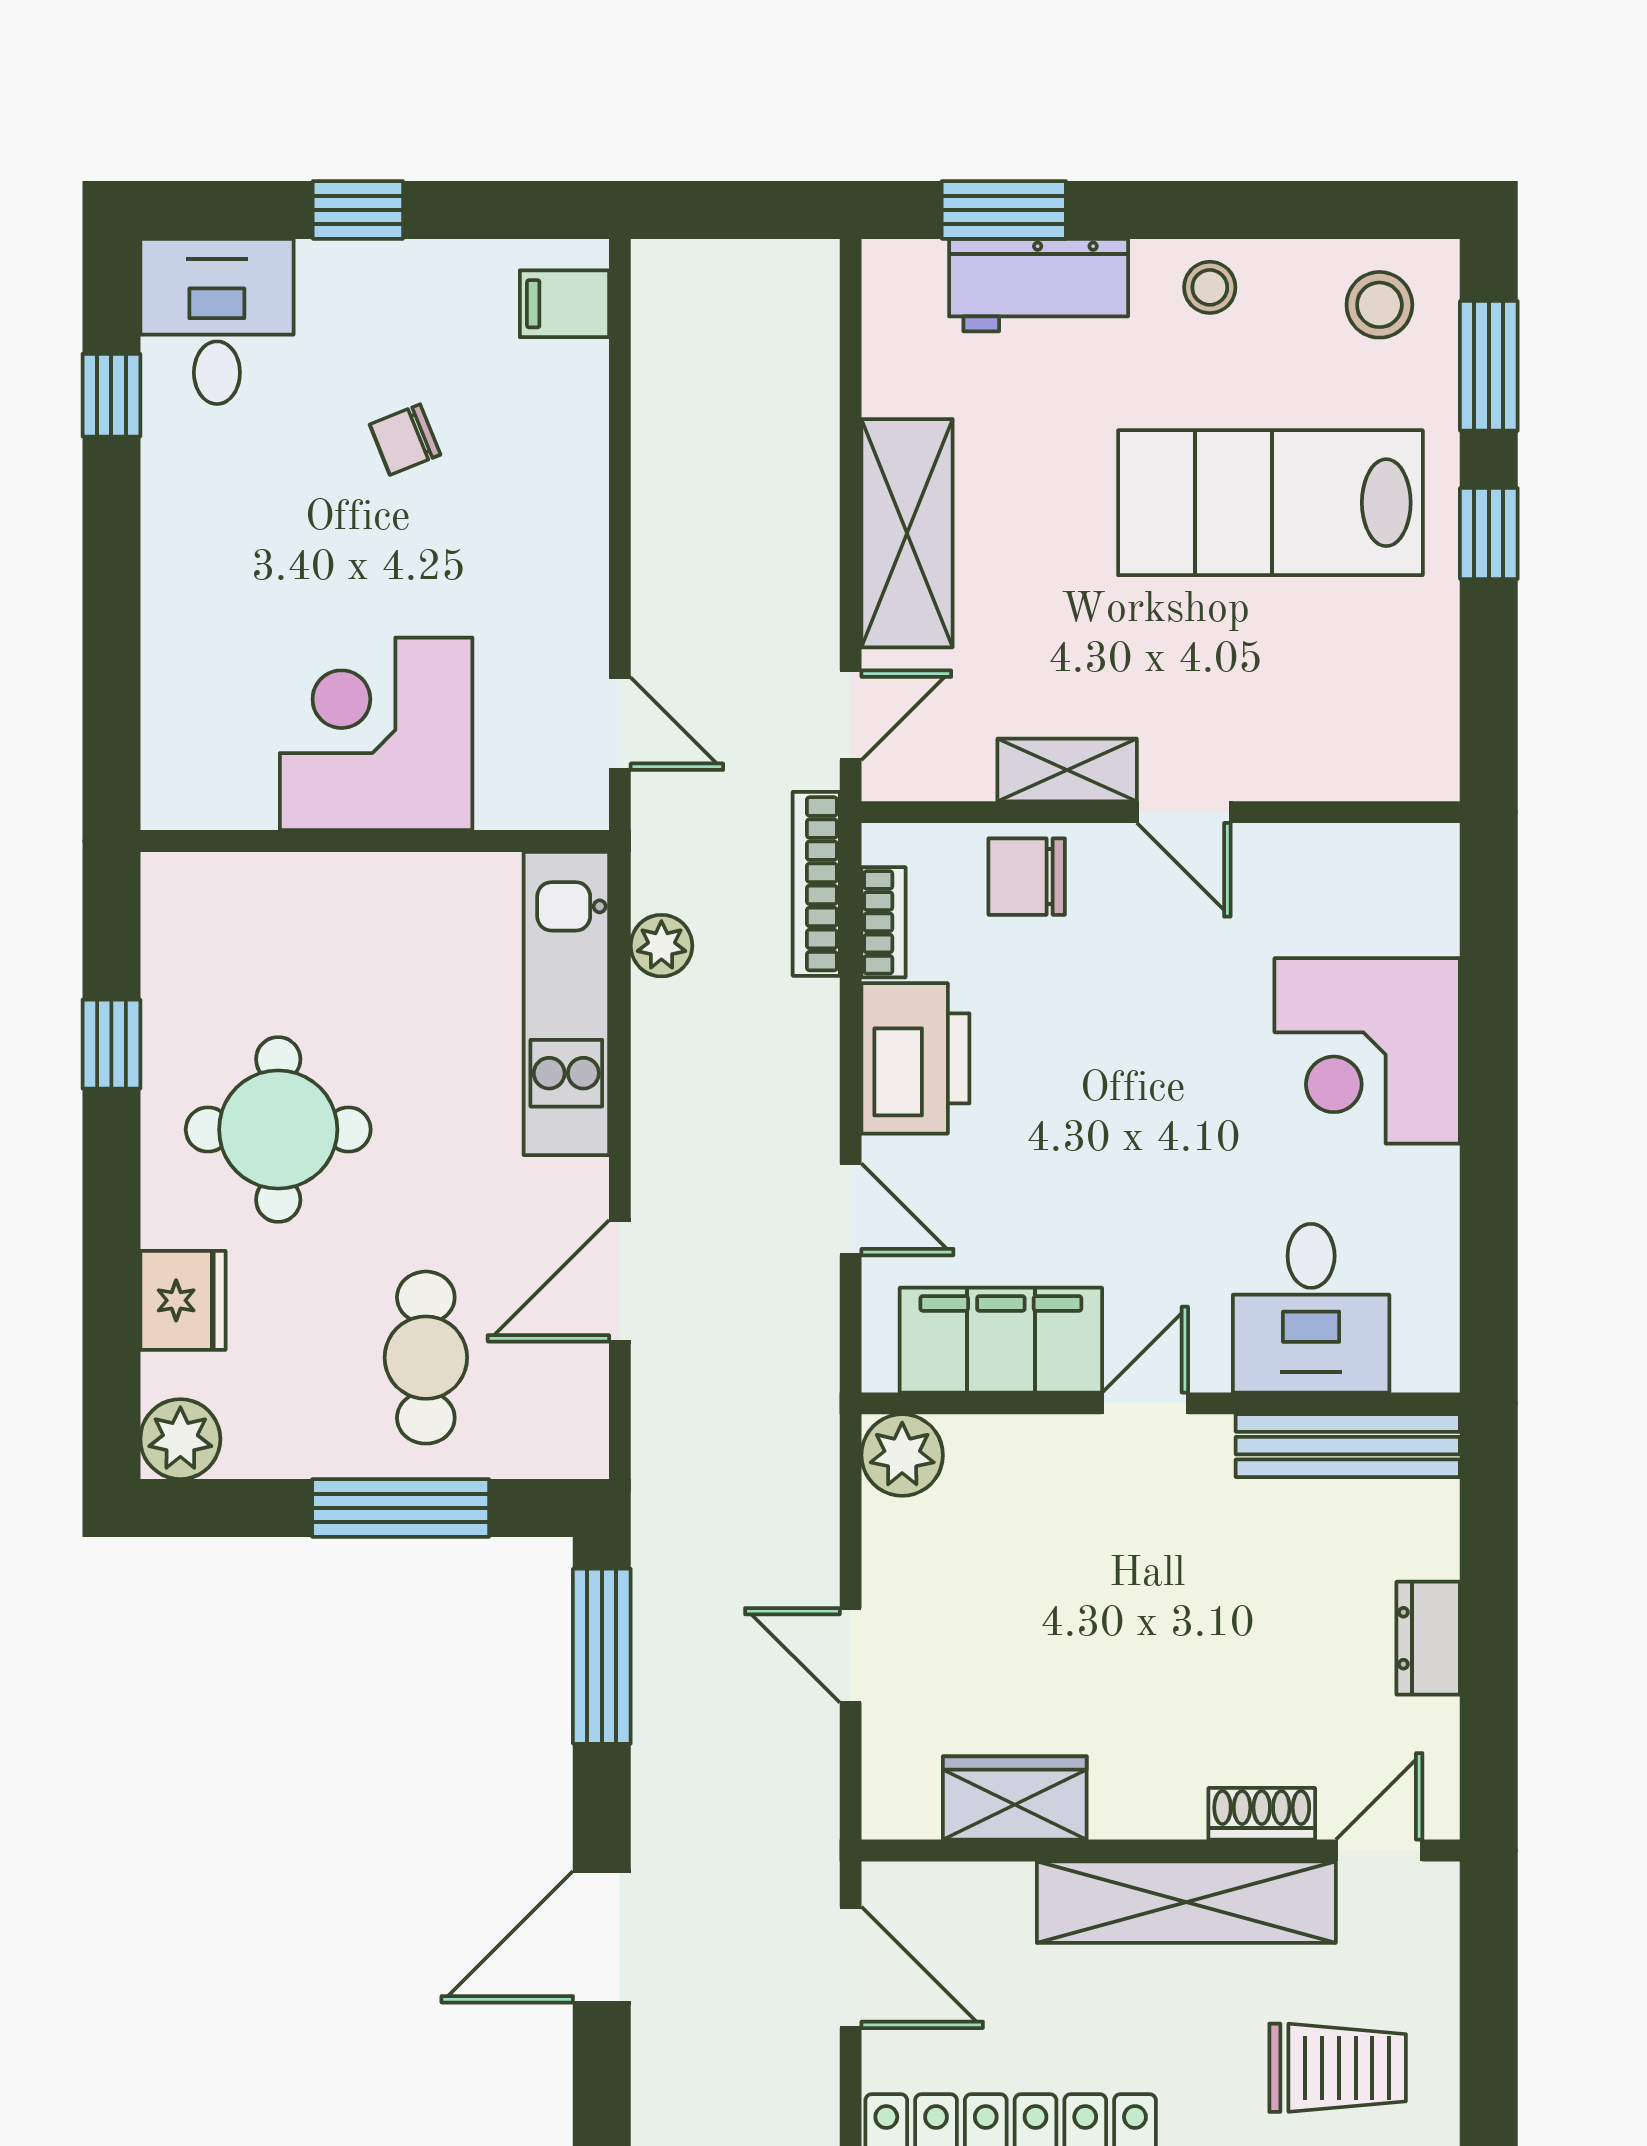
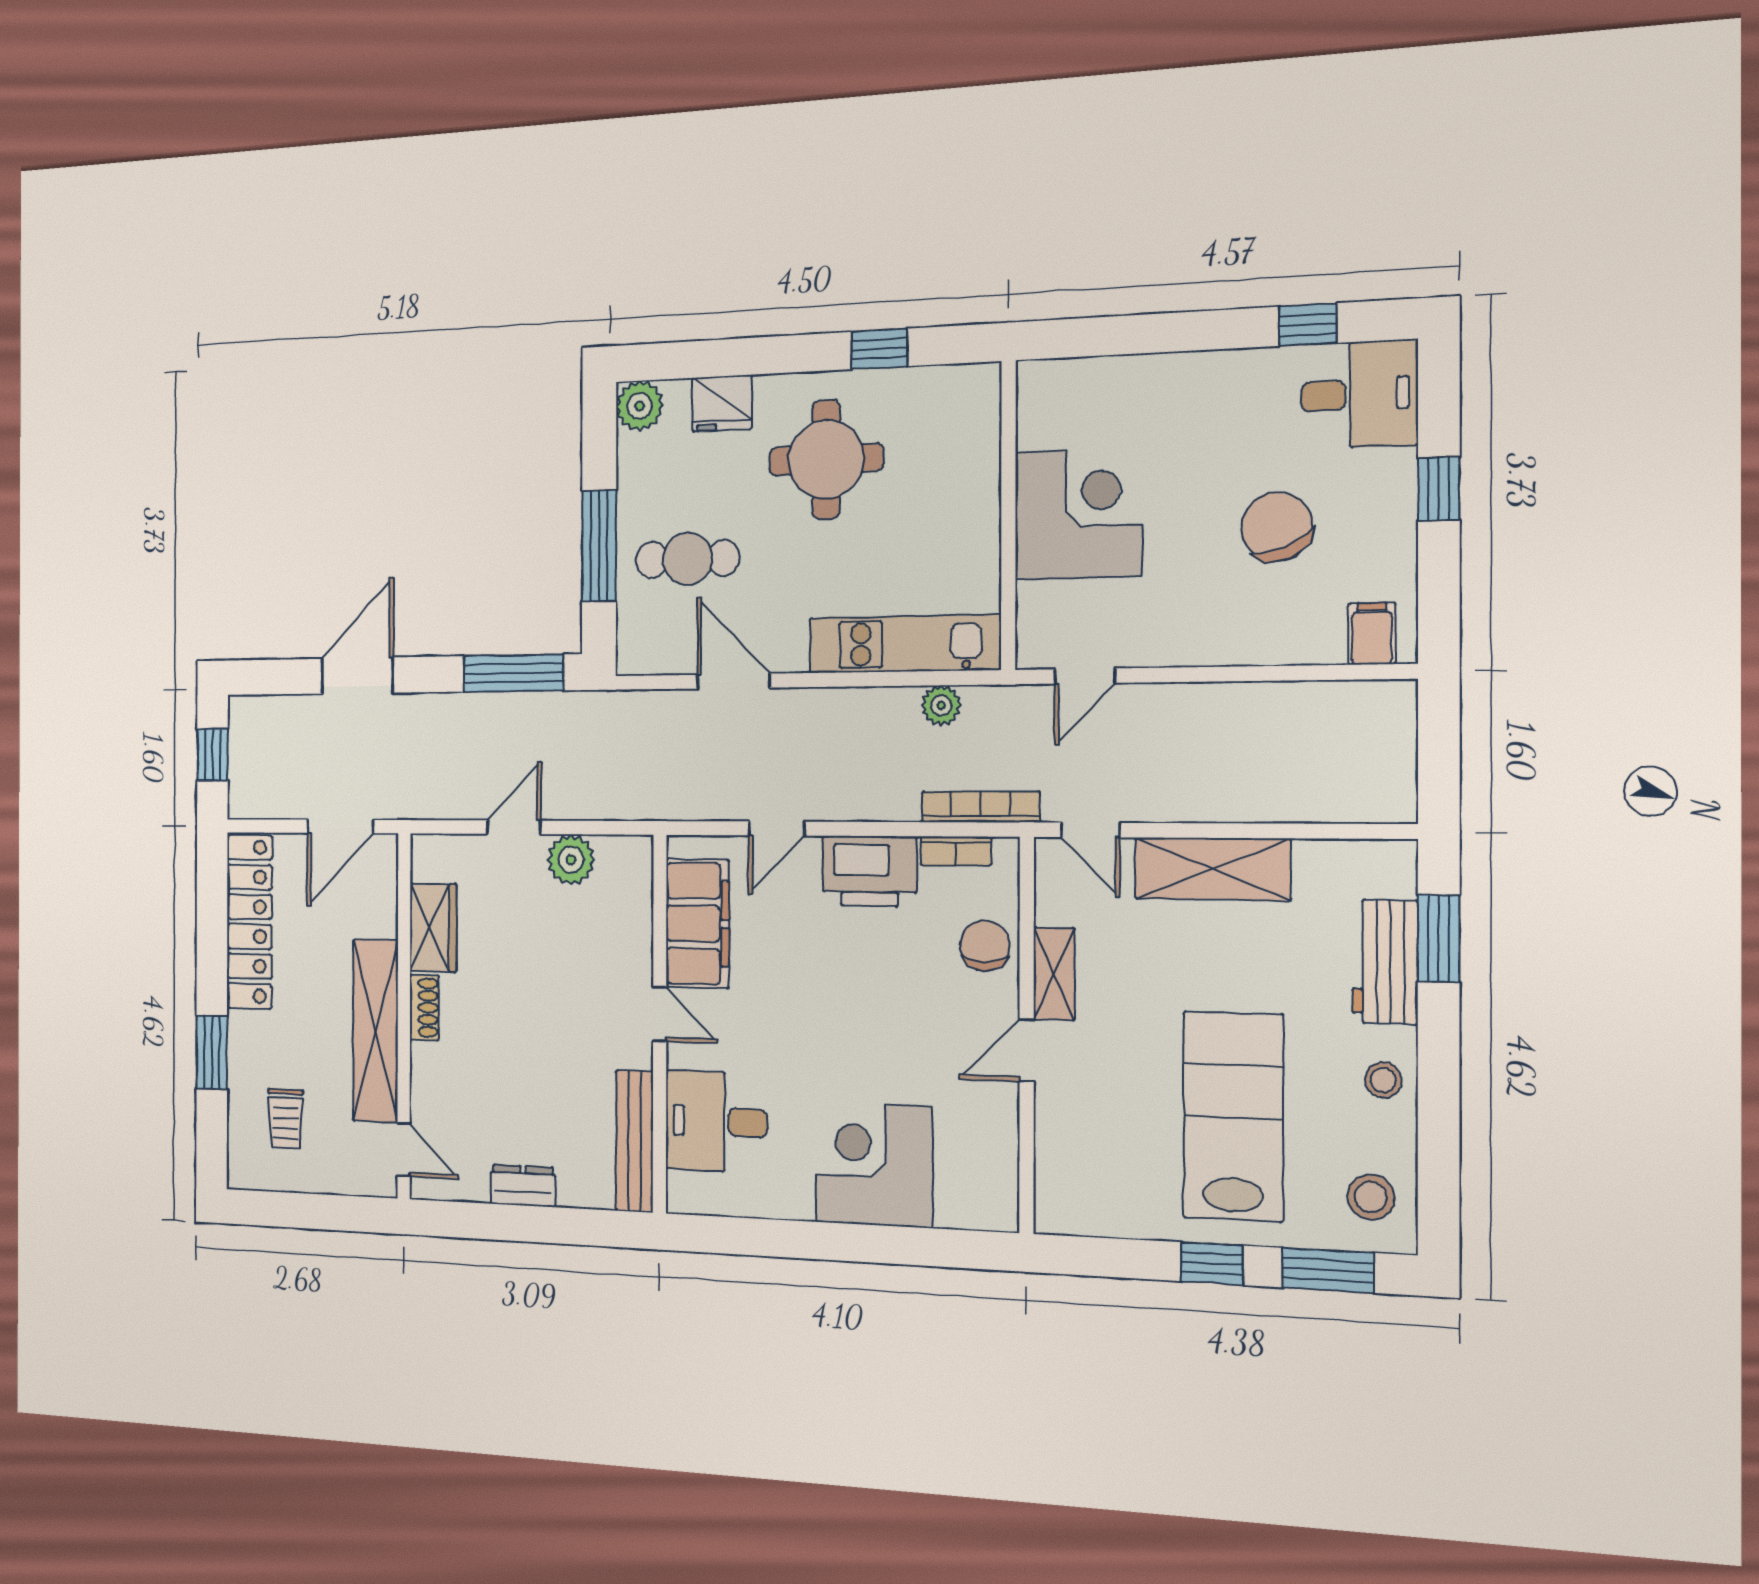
chair: (405, 440) -> (1277, 527), width x1.87, depth x1.87
plant: (902, 1455) -> (571, 860), moved
shoe rack: (1262, 1814) -> (424, 1008), moved
door: (602, 1937) -> (357, 676), hinge flipped
trolley: (1338, 2068) -> (286, 1119), width x0.73, depth x0.72

